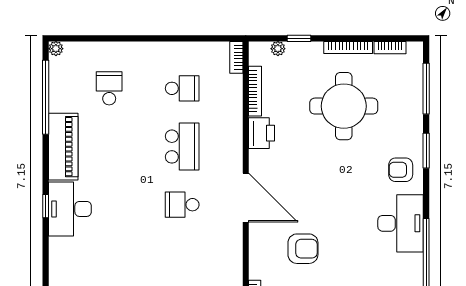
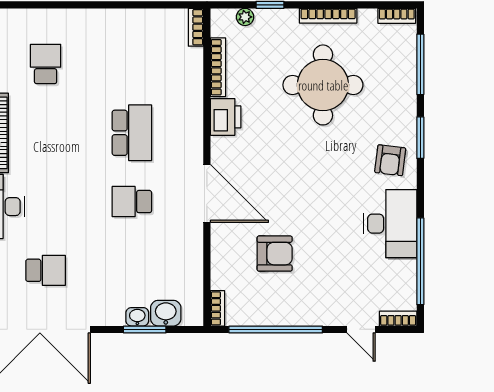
bookcase: (390, 48) -> (397, 16), moved
school desk: (182, 88) -> (46, 270), moved
armchair: (401, 170) -> (390, 160), turned -83

